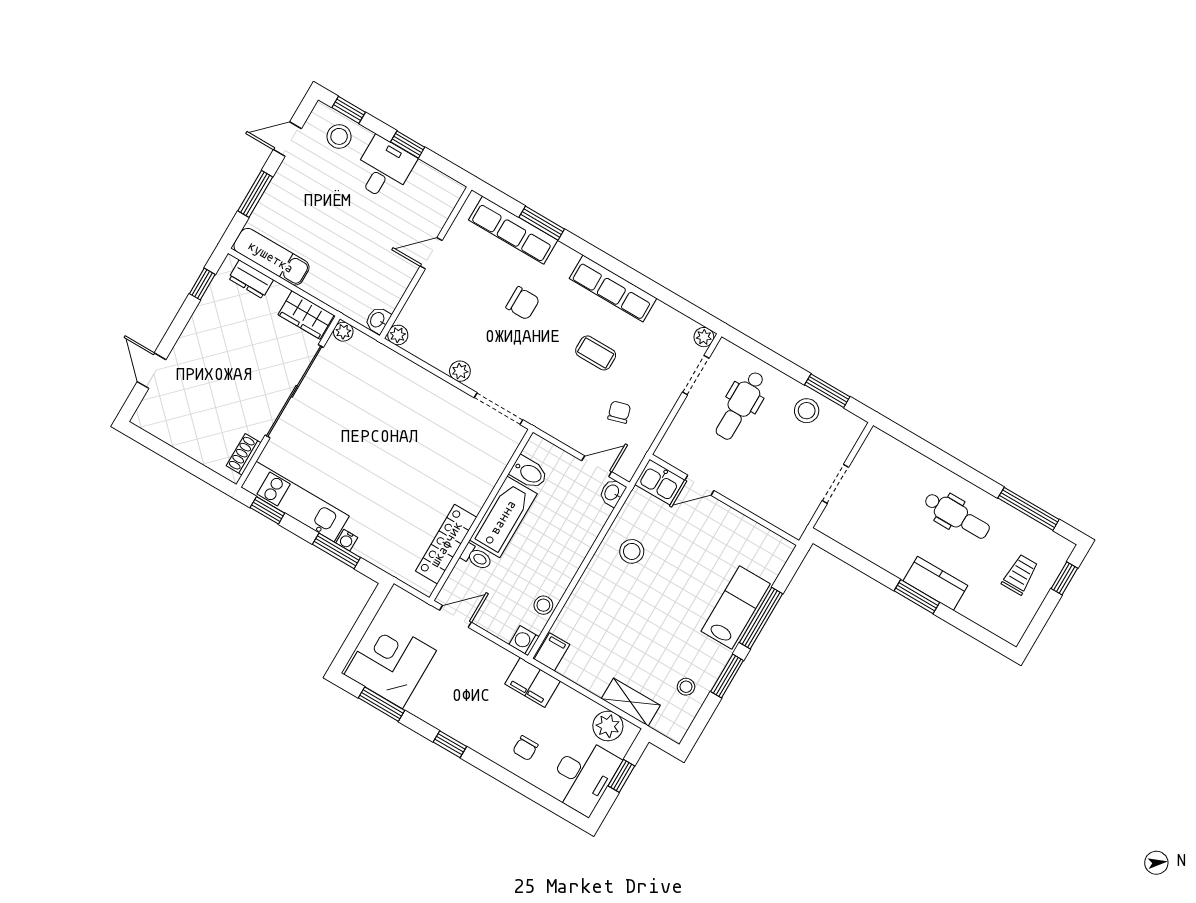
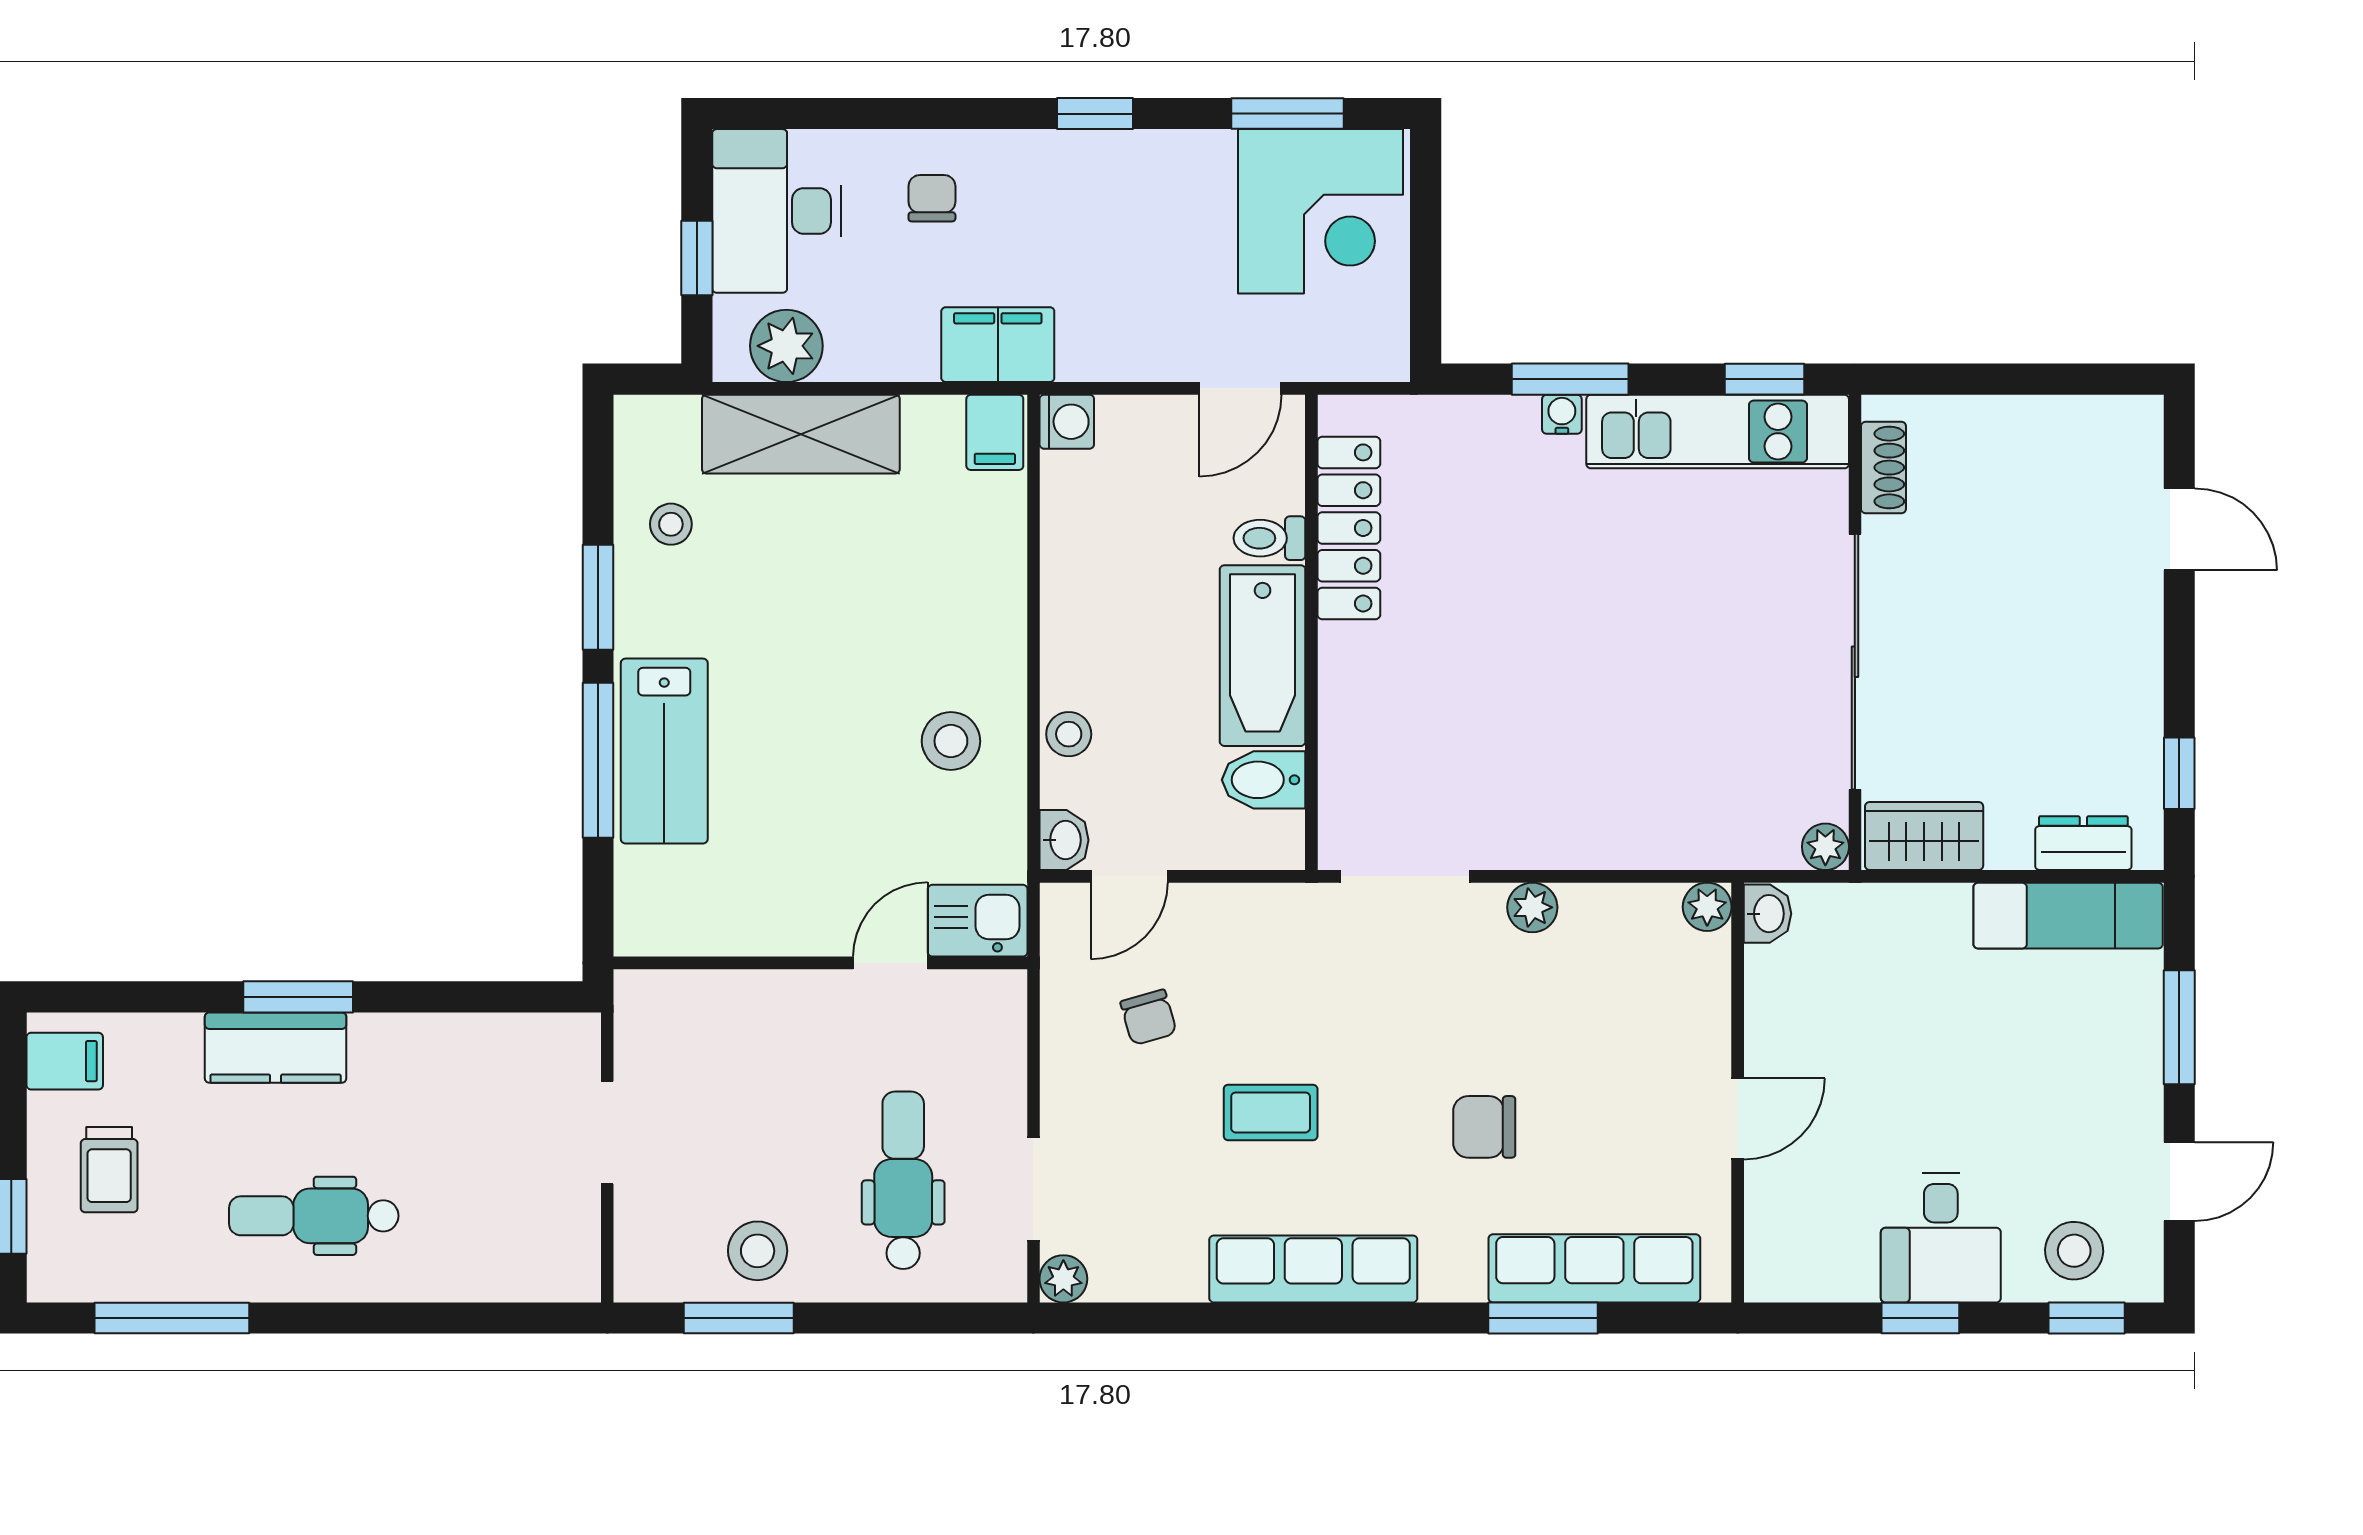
stool: (543, 605) -> (1069, 734), moved
filing cabinet: (1013, 622) -> (65, 1061), added
shelving: (631, 702) -> (801, 434), width x1.50, depth x1.33

